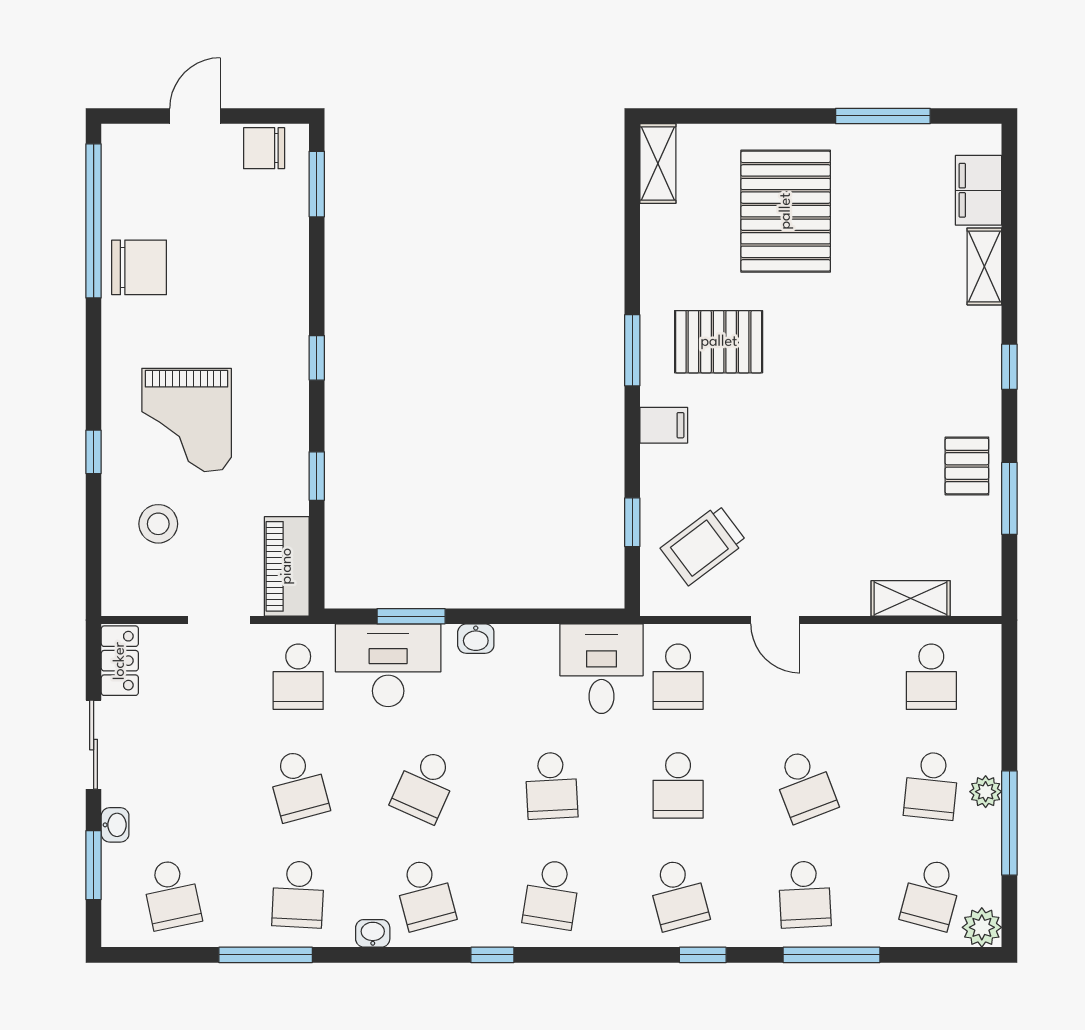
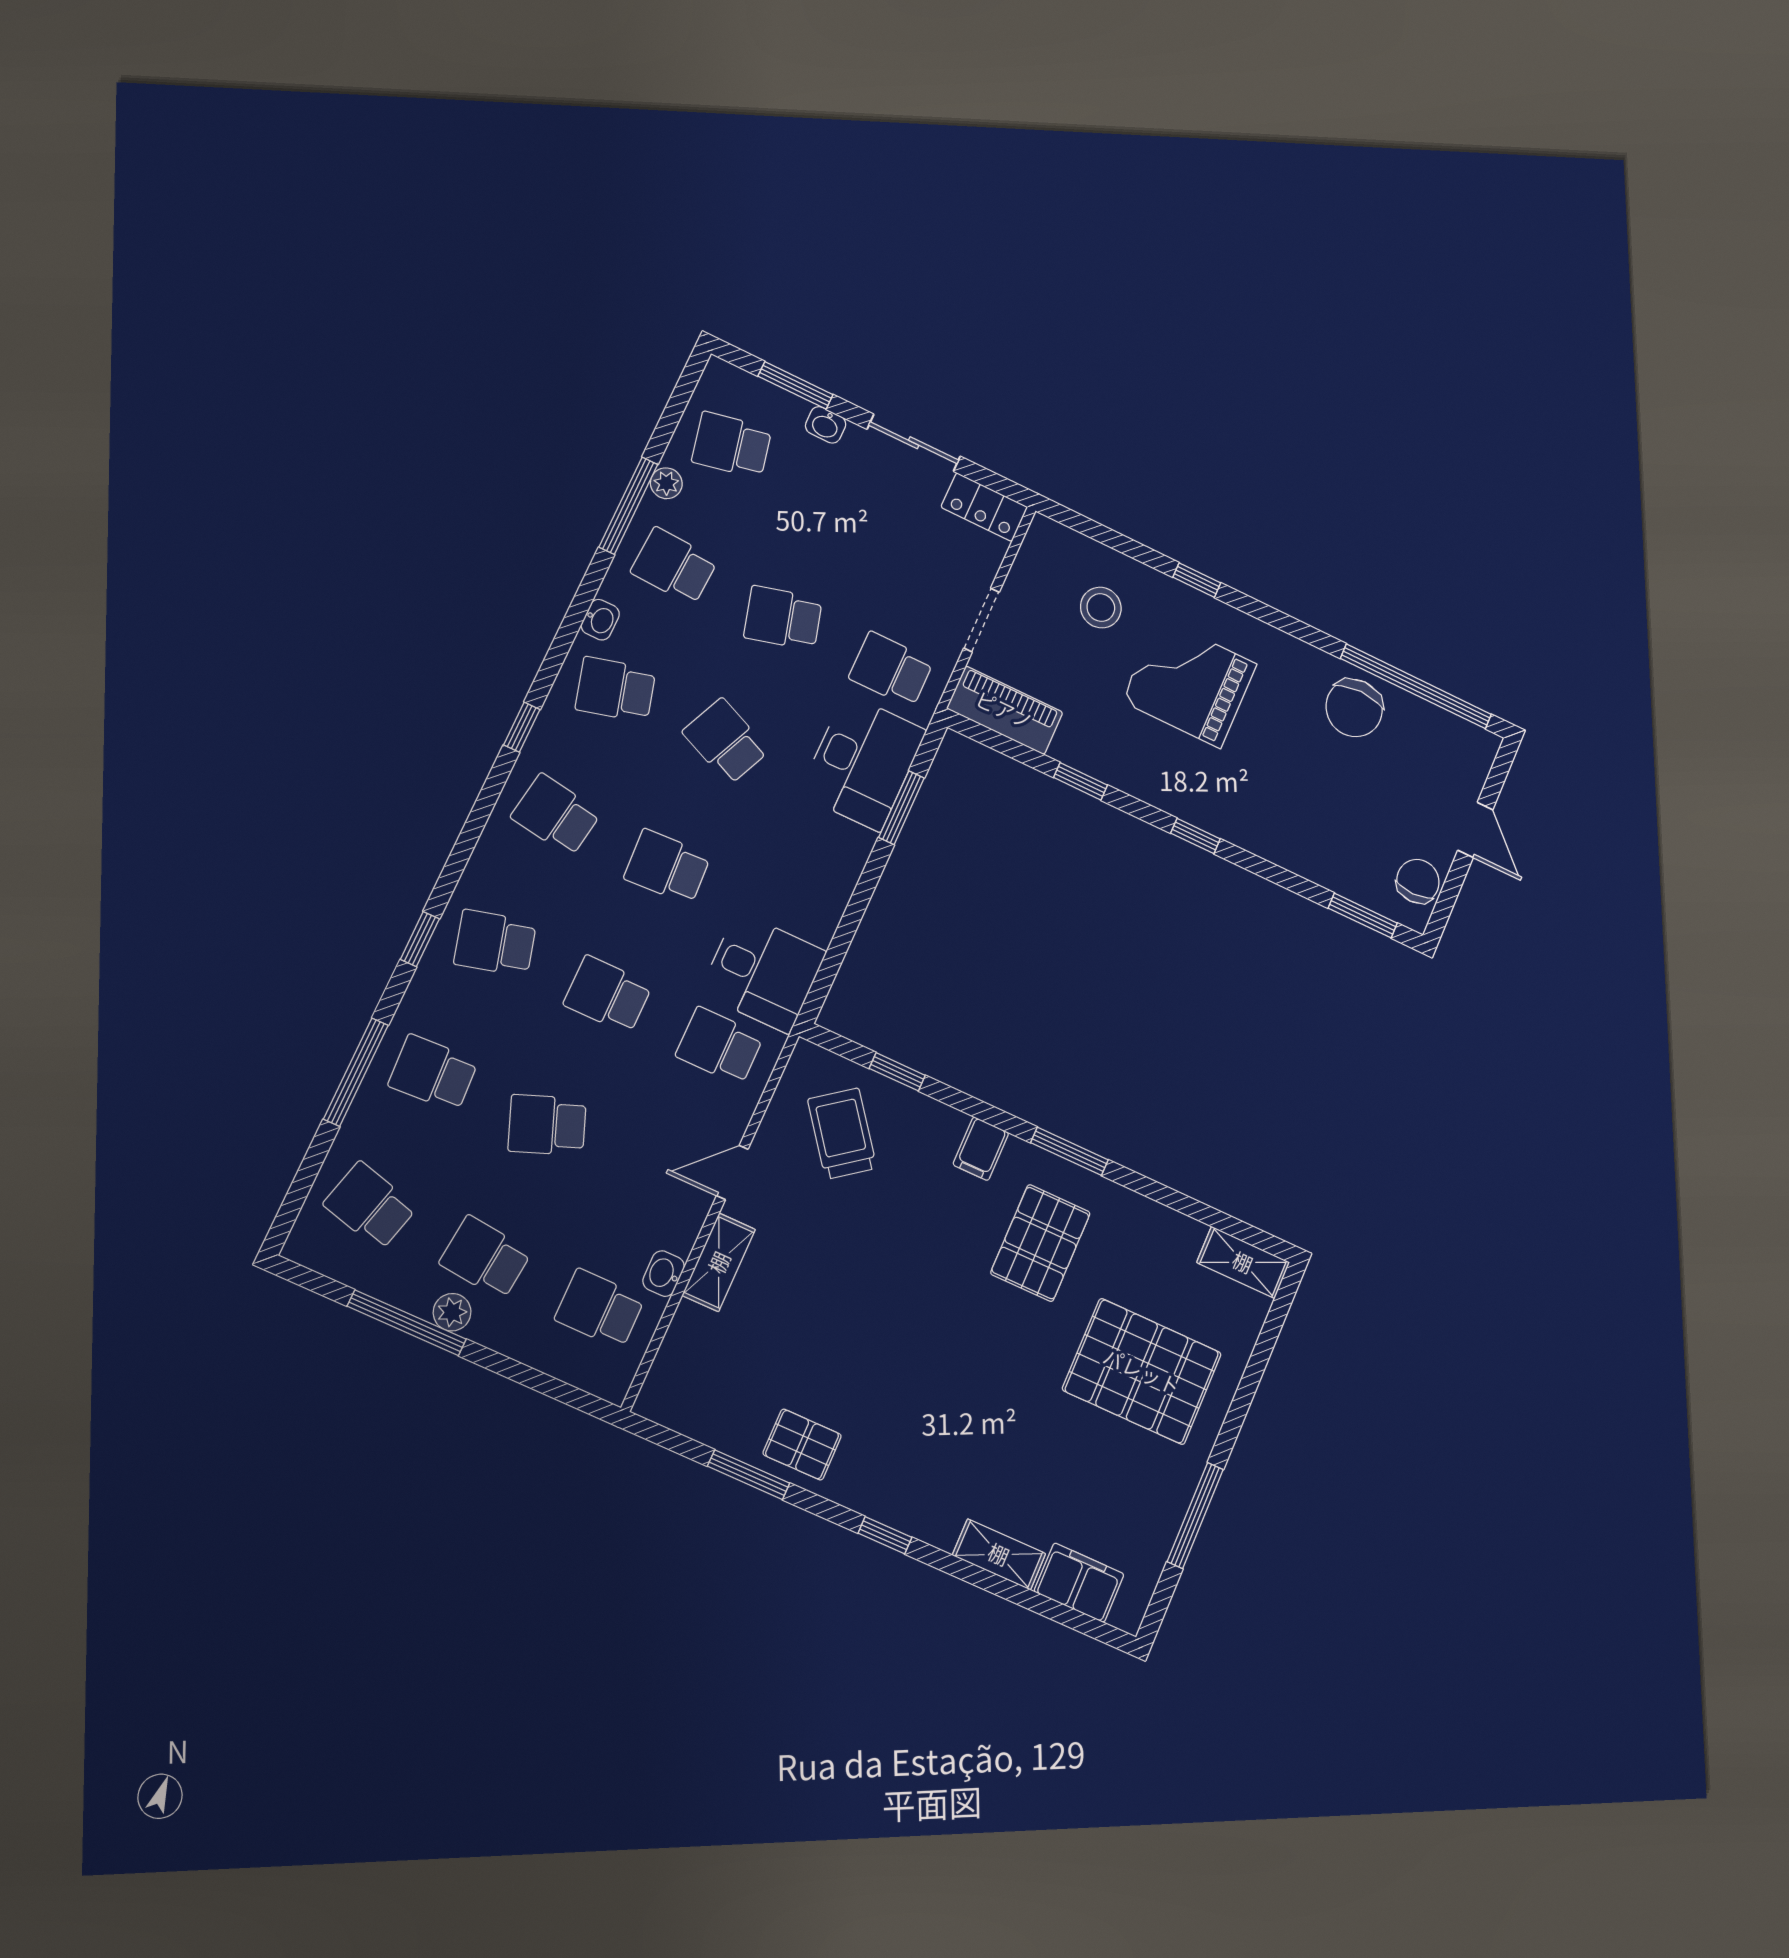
shelving: (911, 598) -> (719, 1262), moved
washbasin: (476, 639) -> (664, 1274), moved
plant: (982, 927) -> (666, 483), moved, width x0.73, depth x0.73

